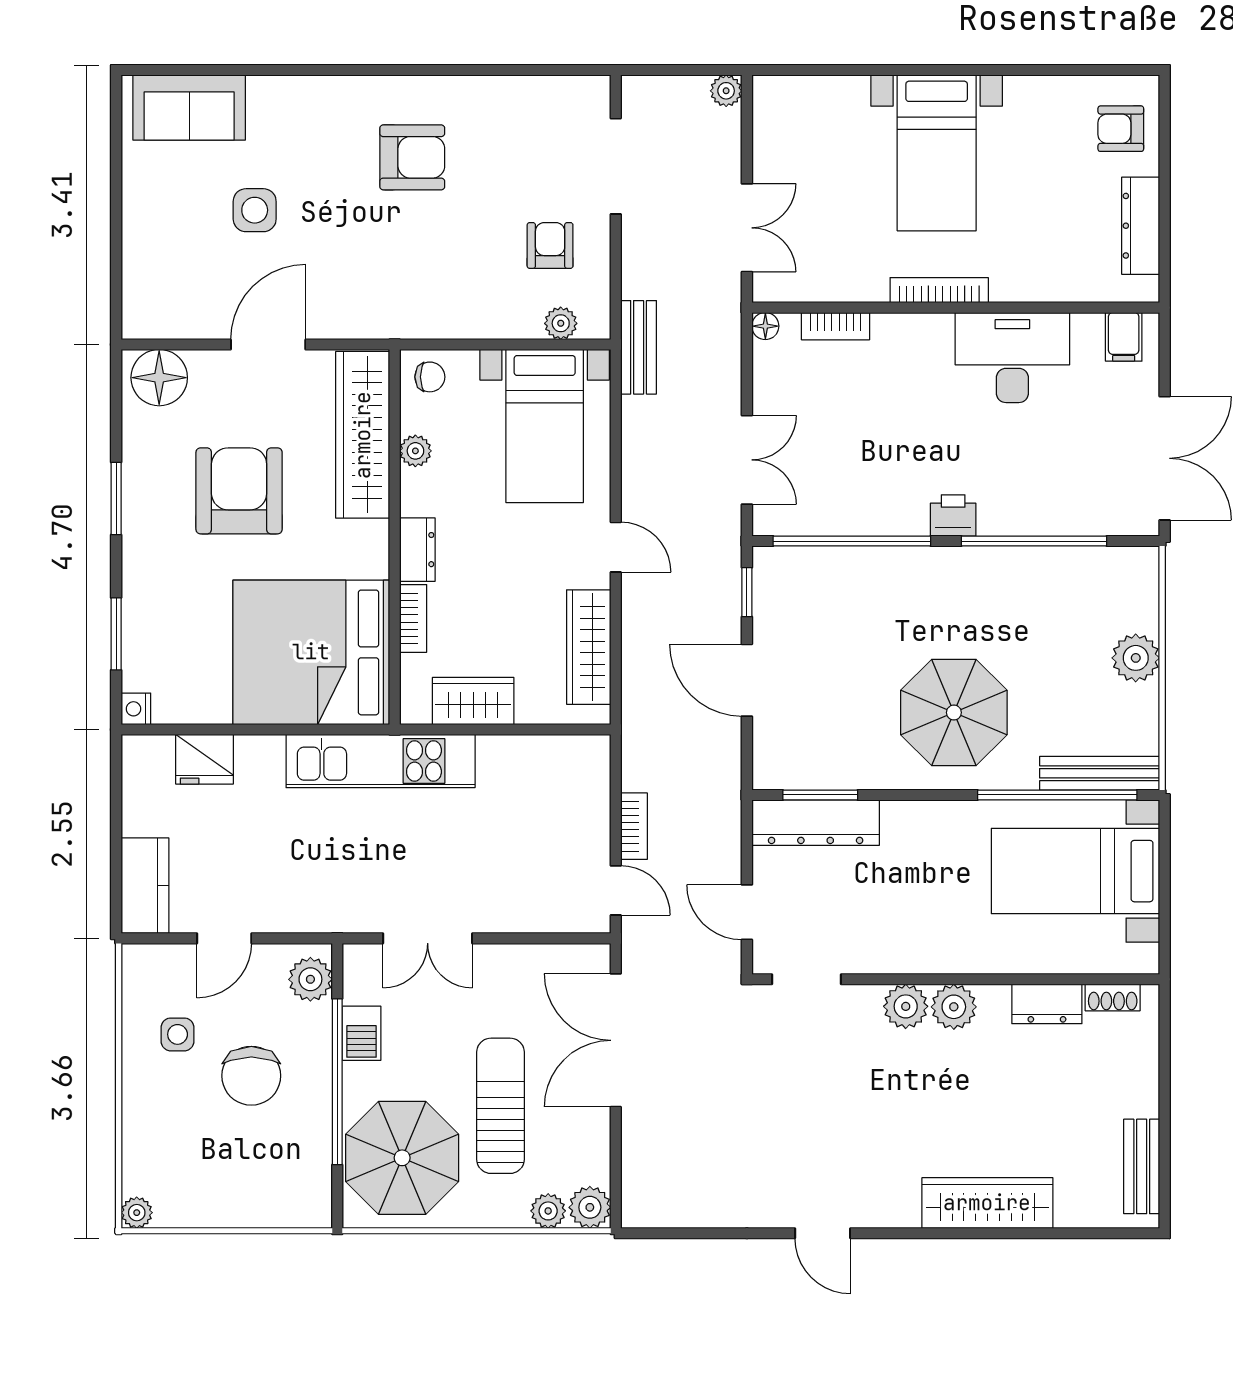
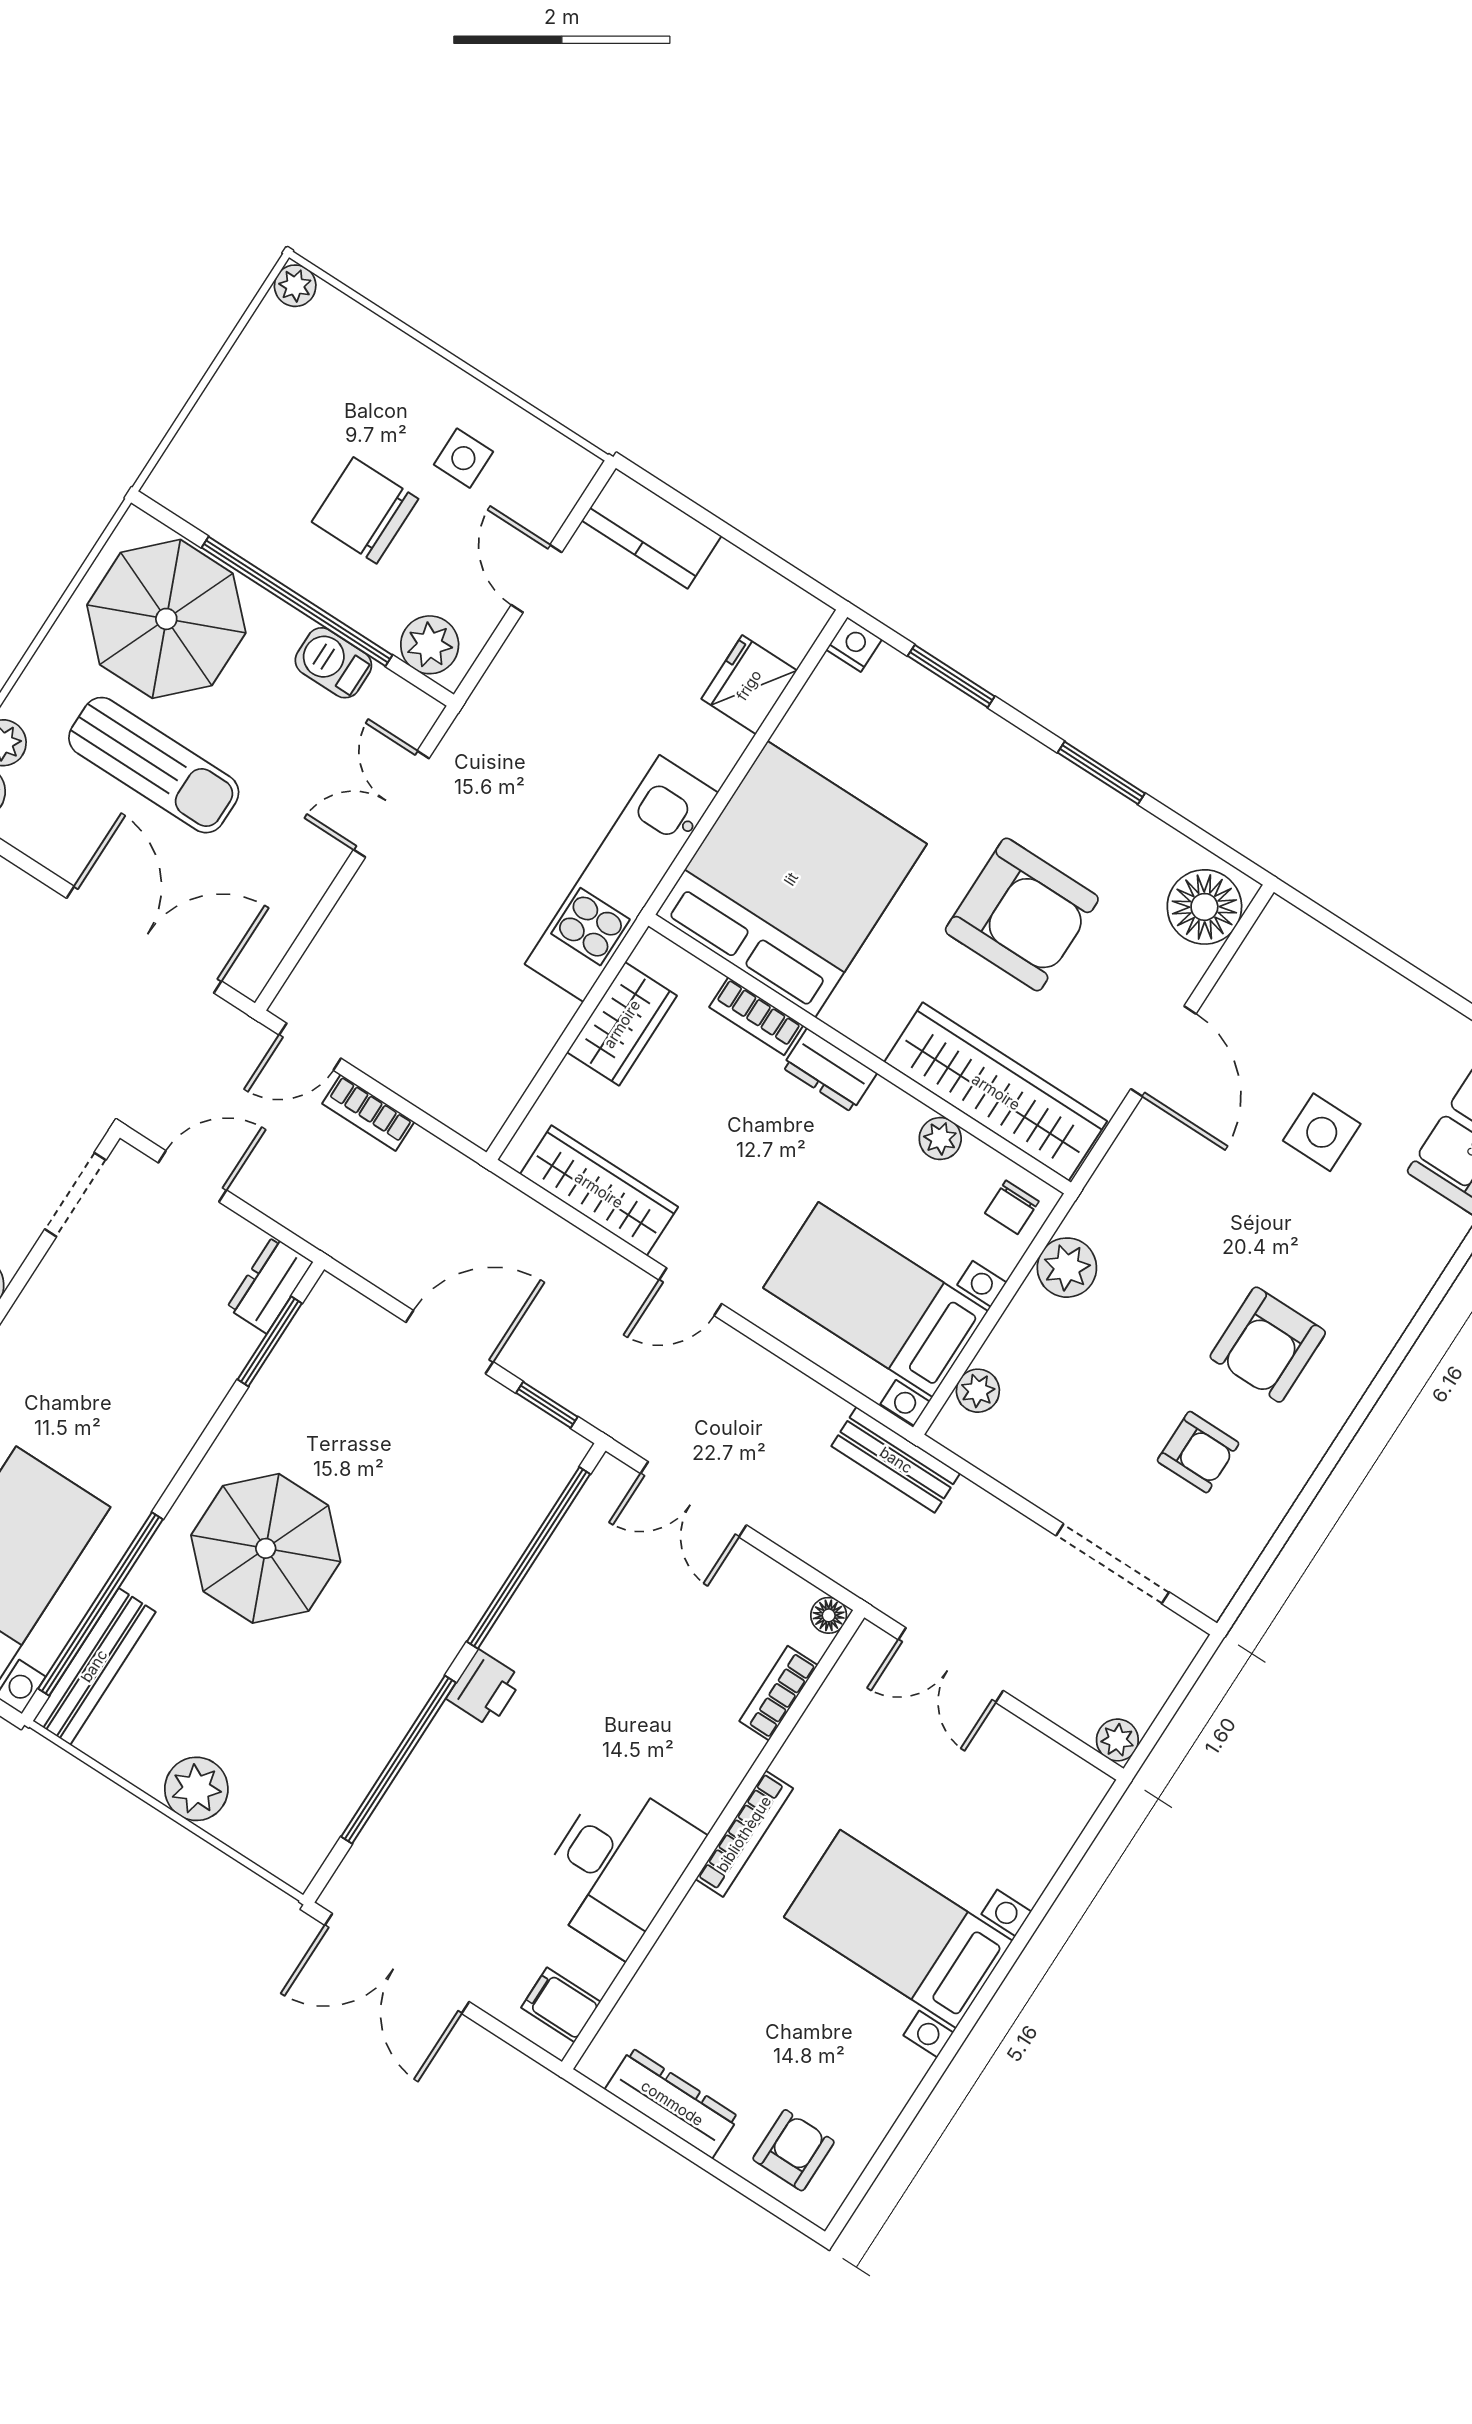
armchair: (550, 245) -> (1198, 1452), moved
plant: (446, 317) -> (1067, 1268), added
dresser: (816, 823) -> (270, 1285), width x0.51, depth x0.80

